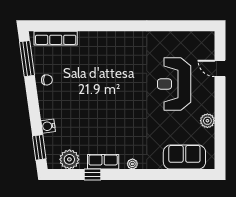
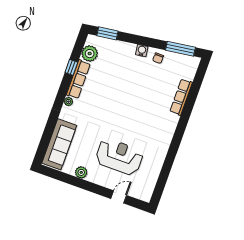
row of seats: (56, 38) -> (181, 97), moved
water cooler: (48, 126) -> (142, 51), moved
sofa: (184, 157) -> (59, 144), width x1.36
row of seats: (103, 162) -> (78, 79), width x1.48

